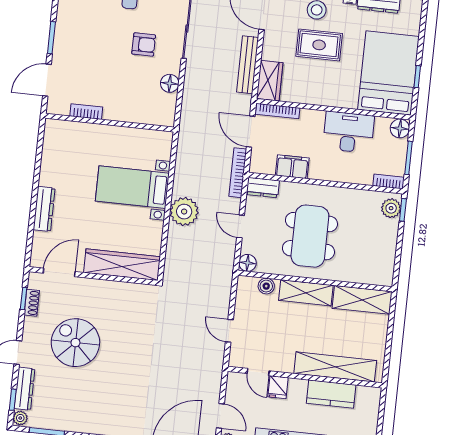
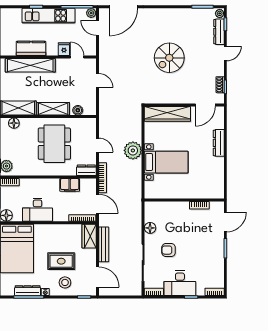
floor lamp: (248, 263) -> (14, 123), moved
spiral stairs: (75, 343) -> (169, 58), moved, turned 90

